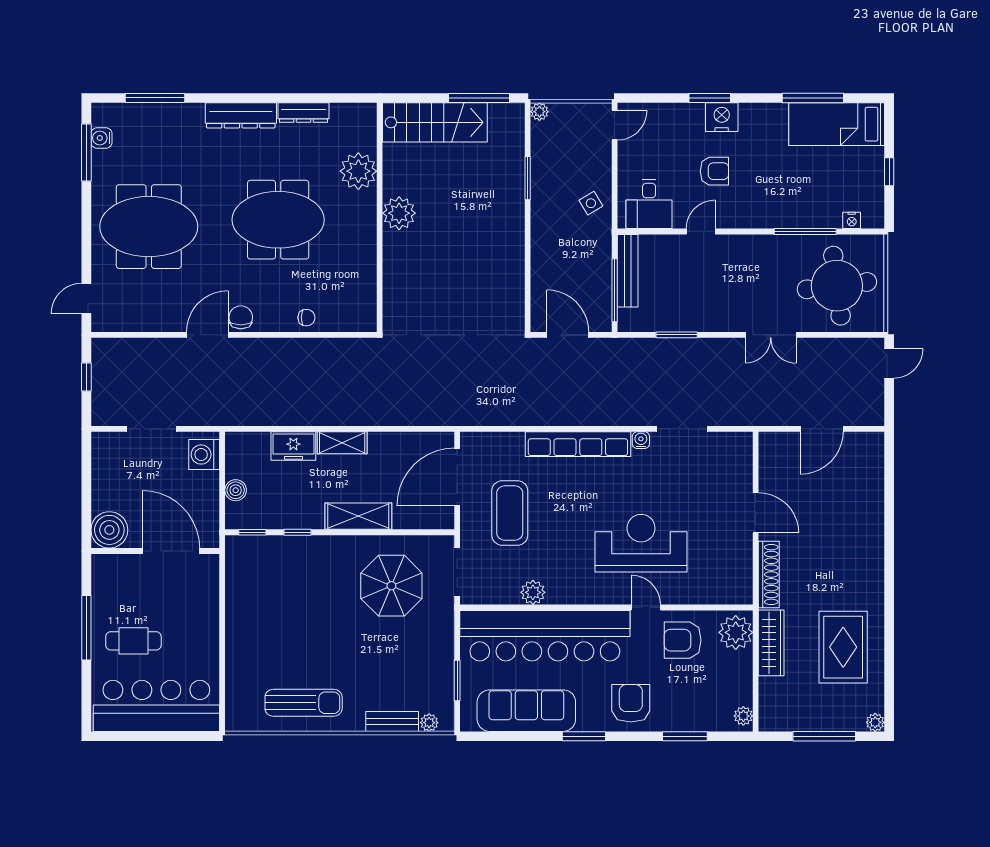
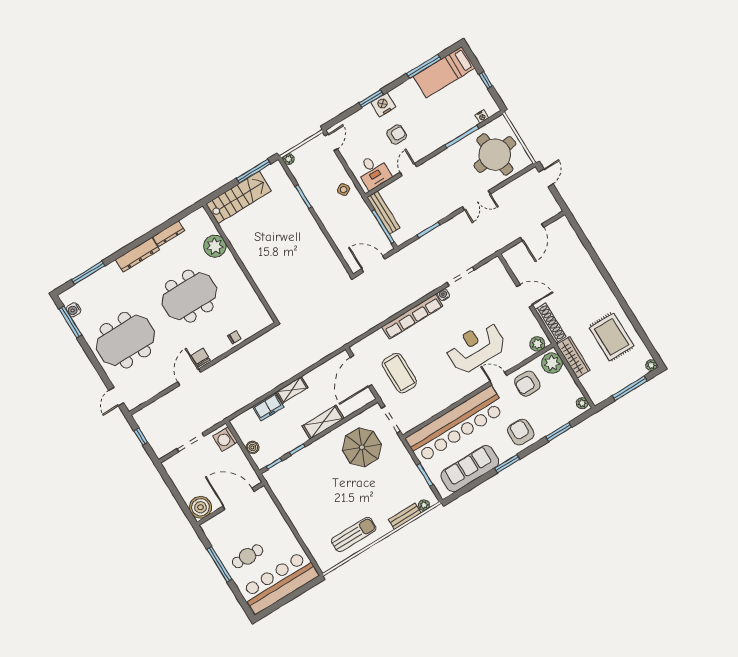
plant: (399, 213) -> (249, 255), removed
plant: (533, 592) -> (537, 344), moved

